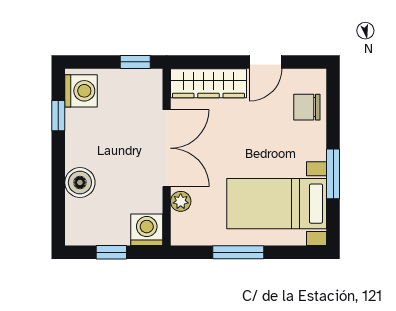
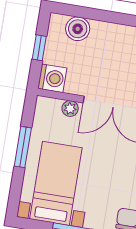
boiler: (80, 182) -> (78, 29), moved

